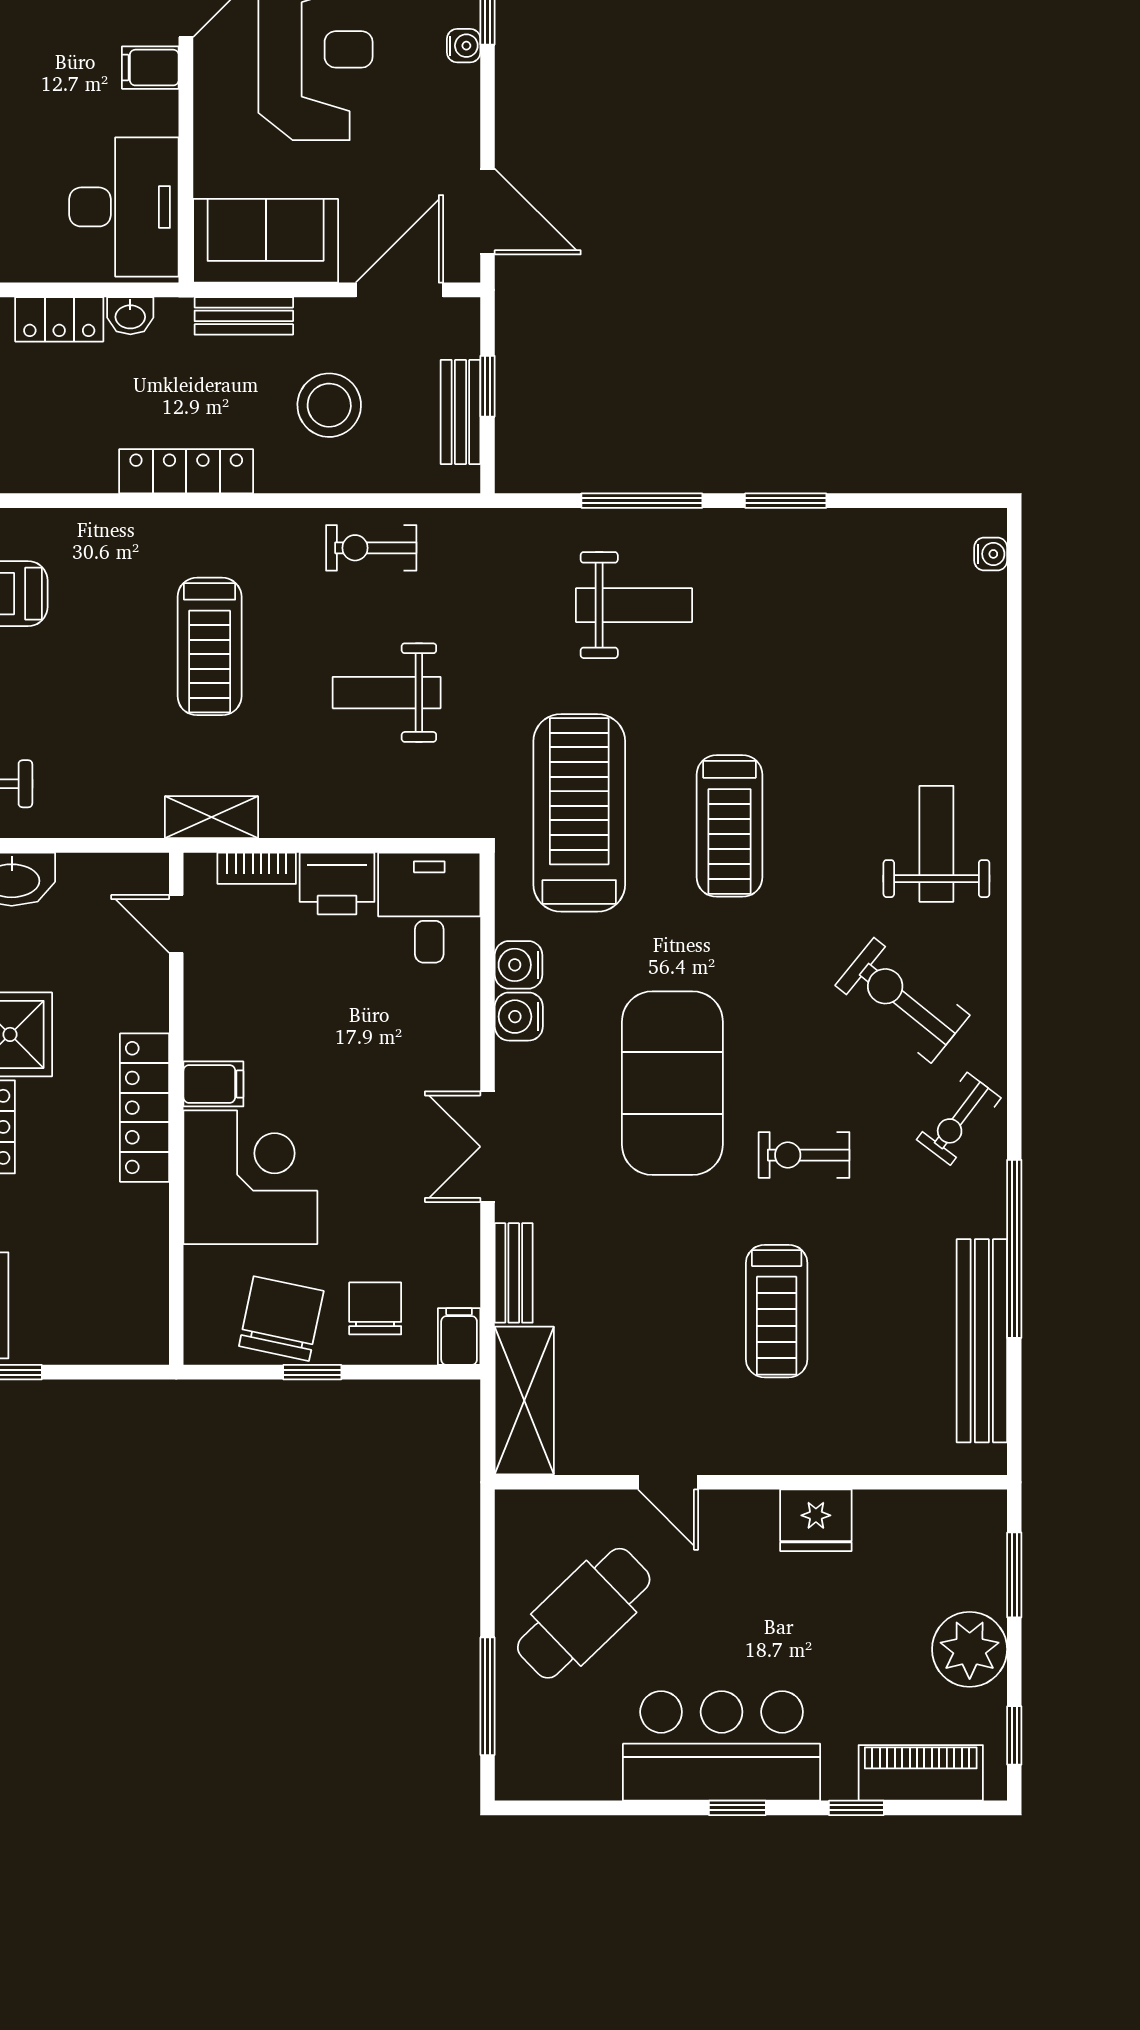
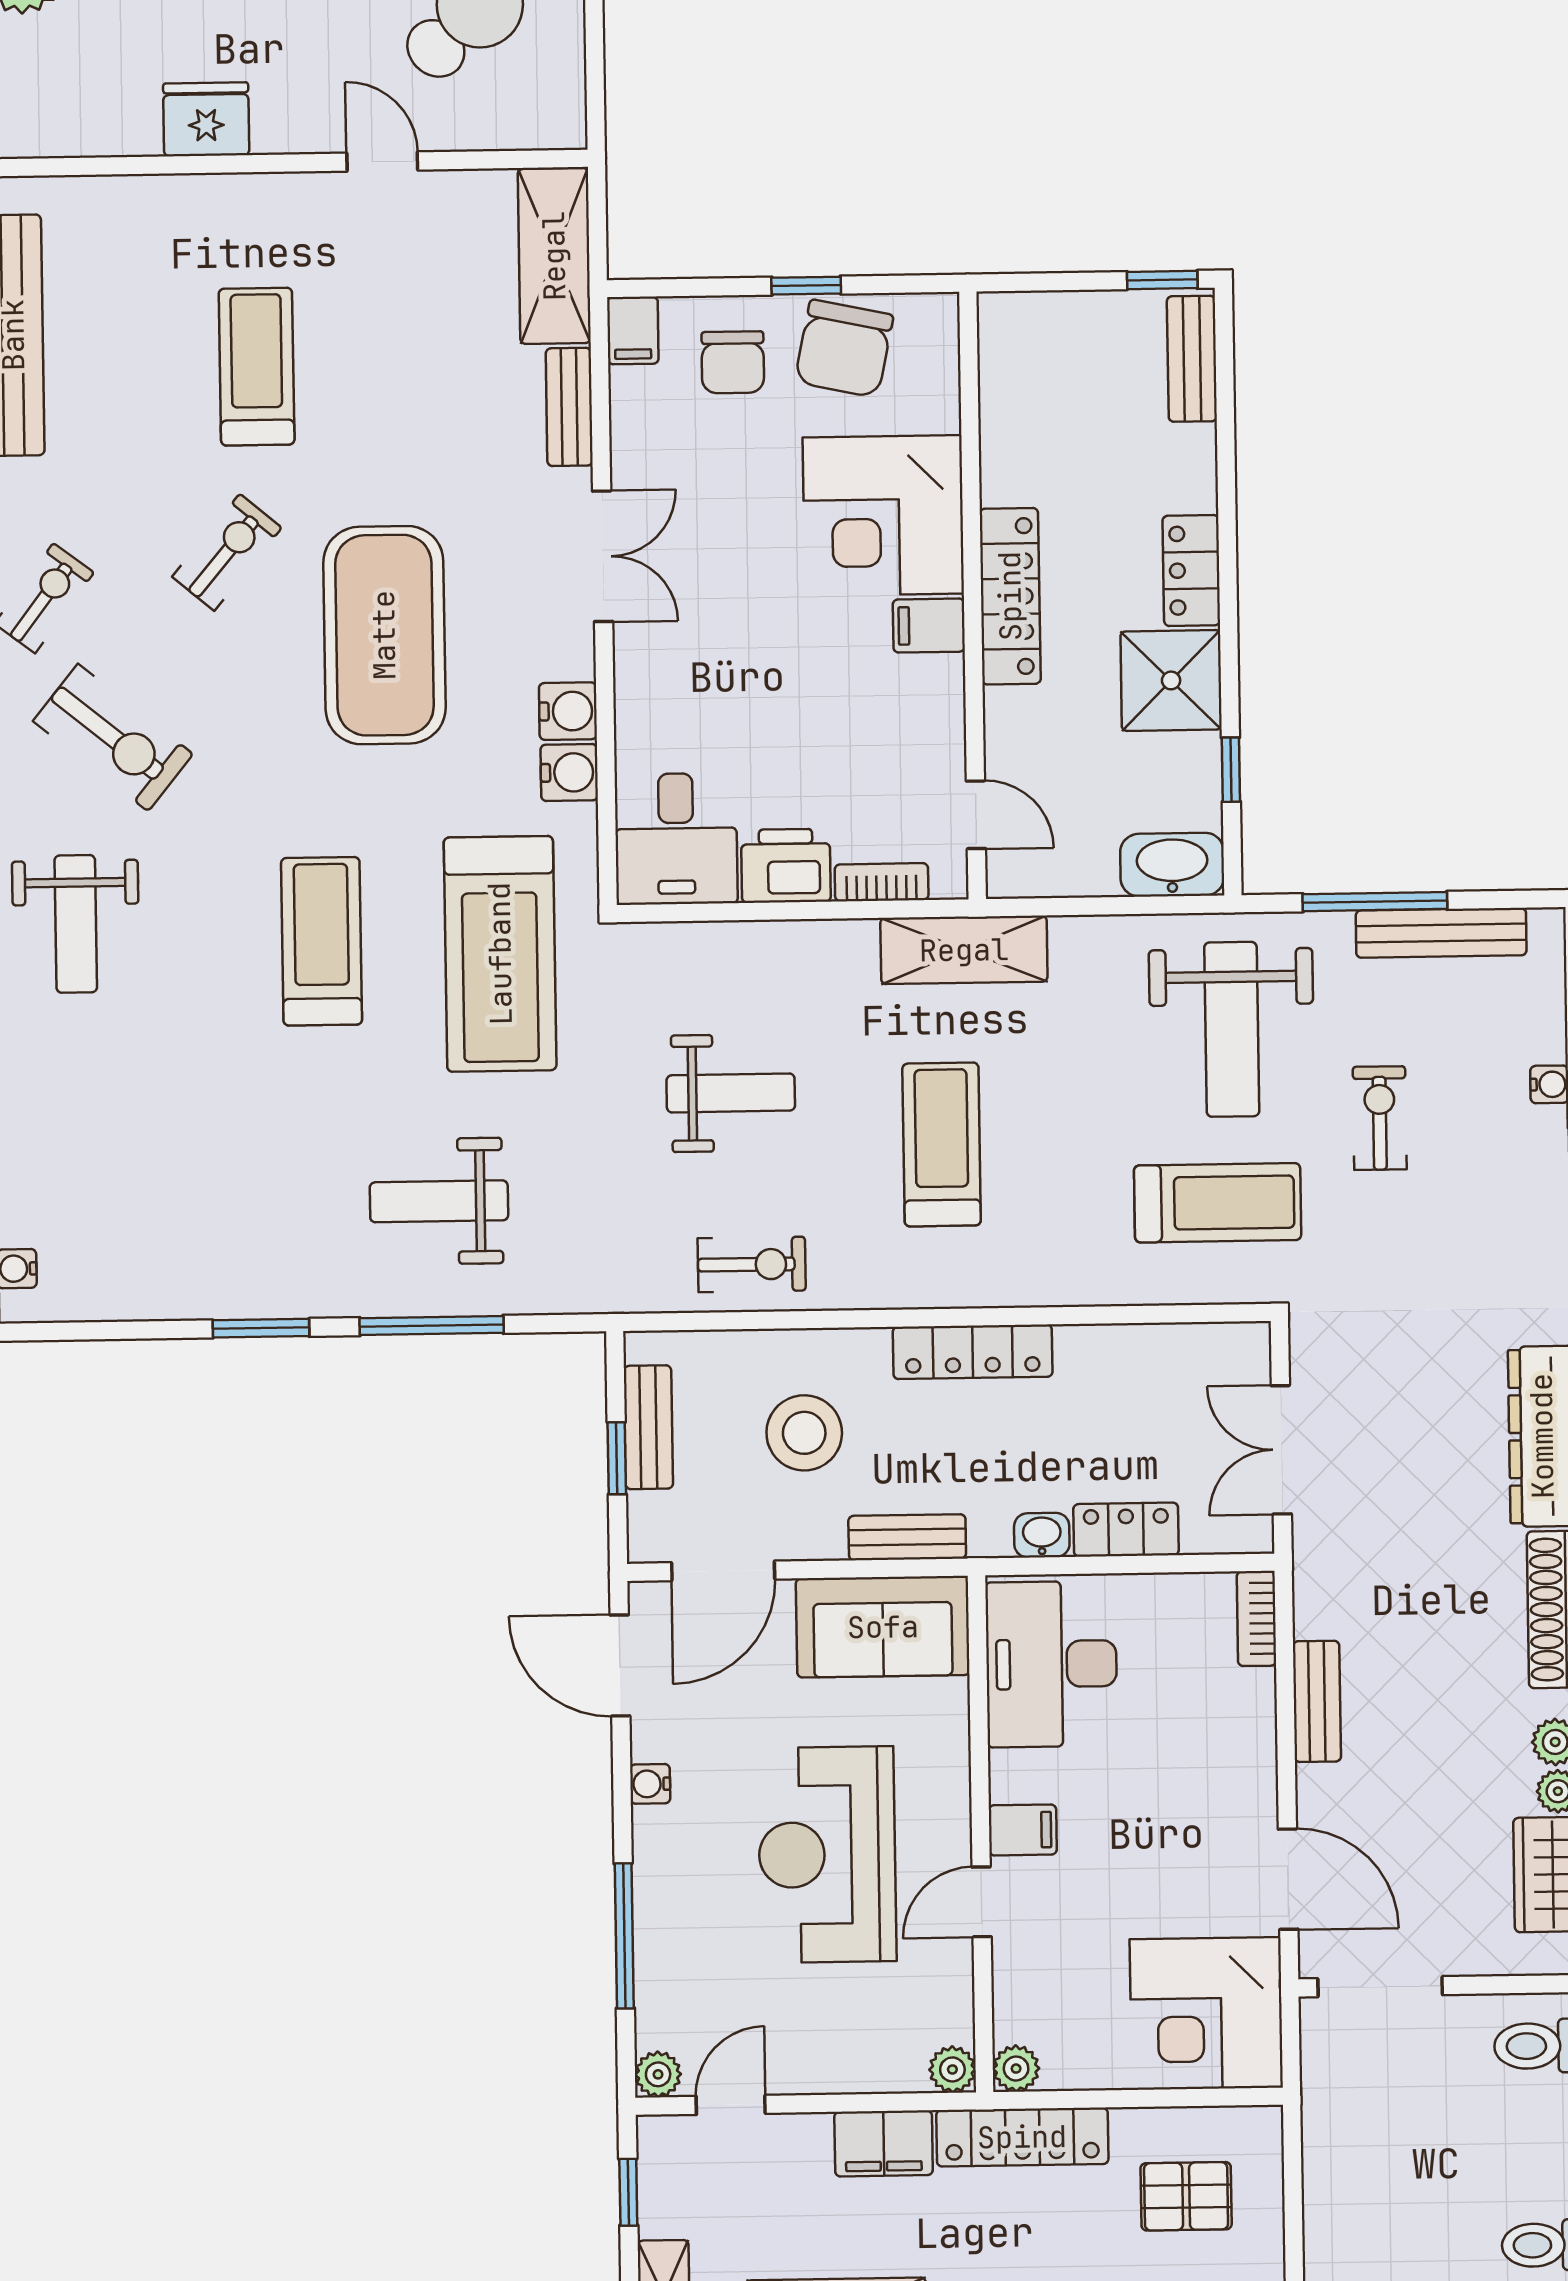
water cooler: (464, 46) -> (650, 1784), moved
shelving: (211, 817) -> (964, 950), width x1.50, depth x1.33
exercise bike: (804, 1155) -> (227, 552), turned -50

